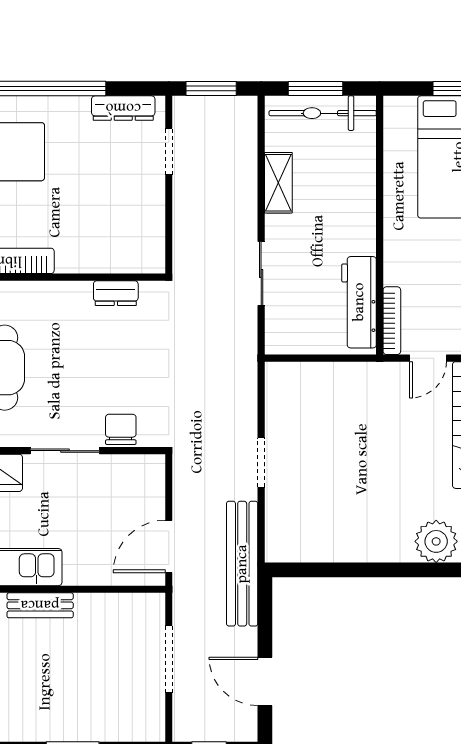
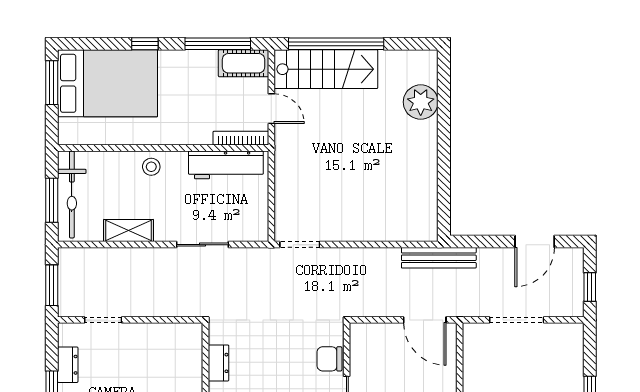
dresser: (123, 108) -> (68, 365), width x0.70
stool: (357, 211) -> (151, 167), added
doorway: (261, 463) -> (300, 245), moved
bench: (242, 564) -> (439, 258), width x0.73, depth x0.82

